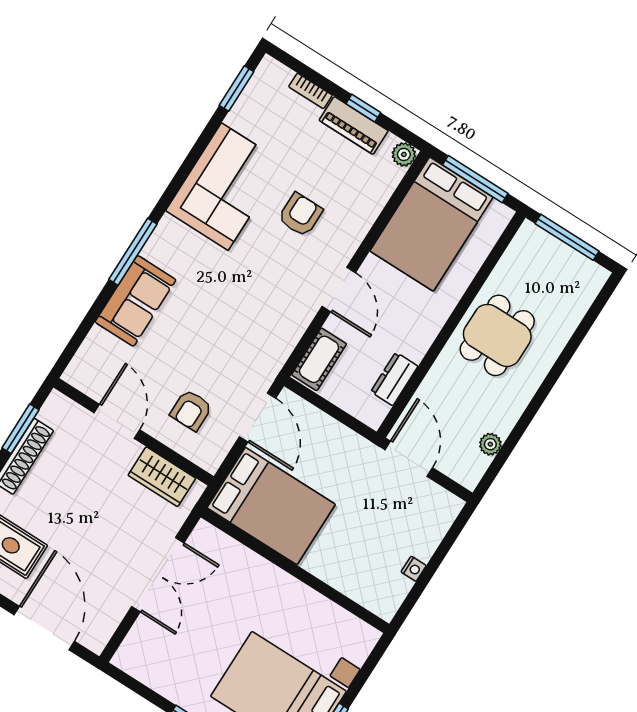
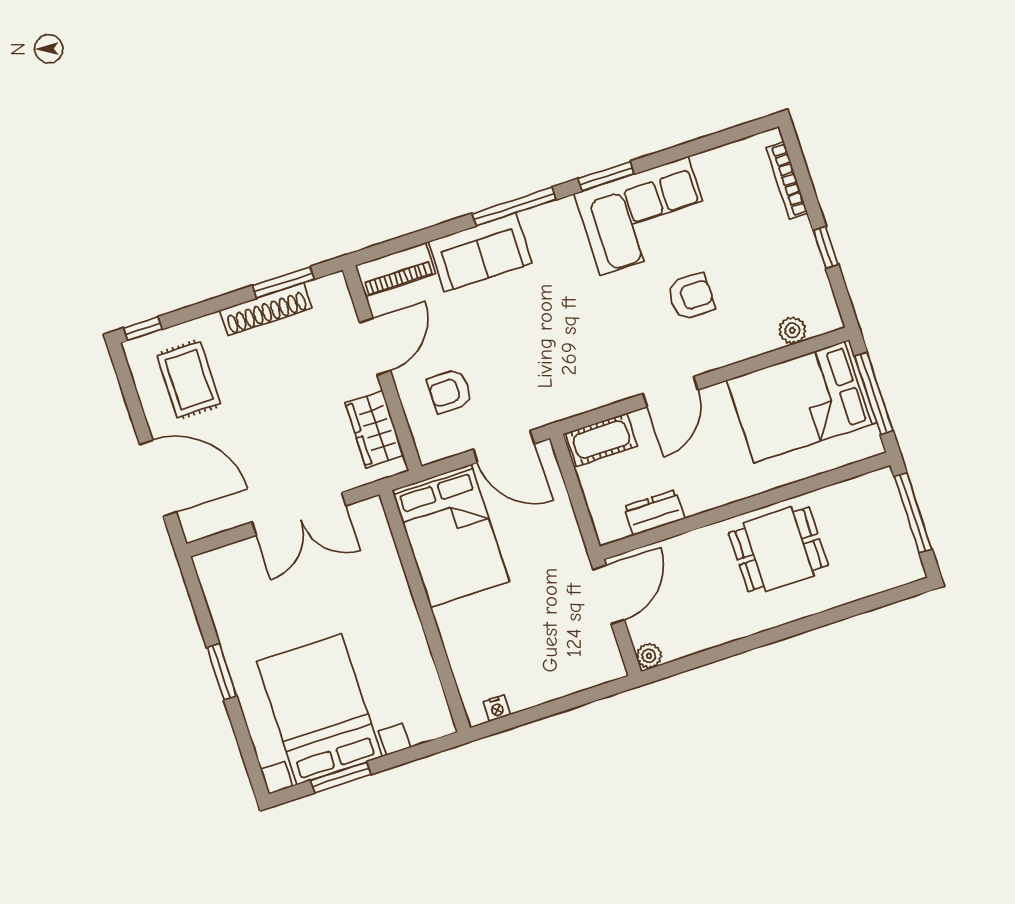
window: (236, 89) -> (606, 176), moved
bookcase: (310, 91) -> (787, 180), width x1.56
piano: (354, 125) -> (396, 270), moved, turned -90
plant: (404, 154) -> (792, 330), moved
door: (258, 417) -> (504, 447), hinge flipped
plant: (490, 444) -> (649, 656), moved
nightstand: (414, 569) -> (497, 708), moved
door: (44, 628) -> (158, 478), hinge flipped

